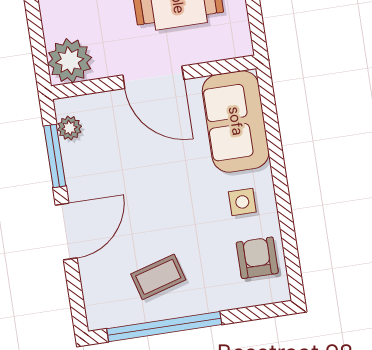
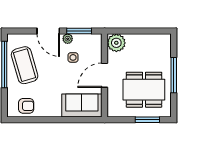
plant: (69, 128) -> (68, 39), moved
side table: (242, 202) -> (73, 57), moved
coffee table: (158, 277) -> (25, 65), width x1.86, depth x1.72

